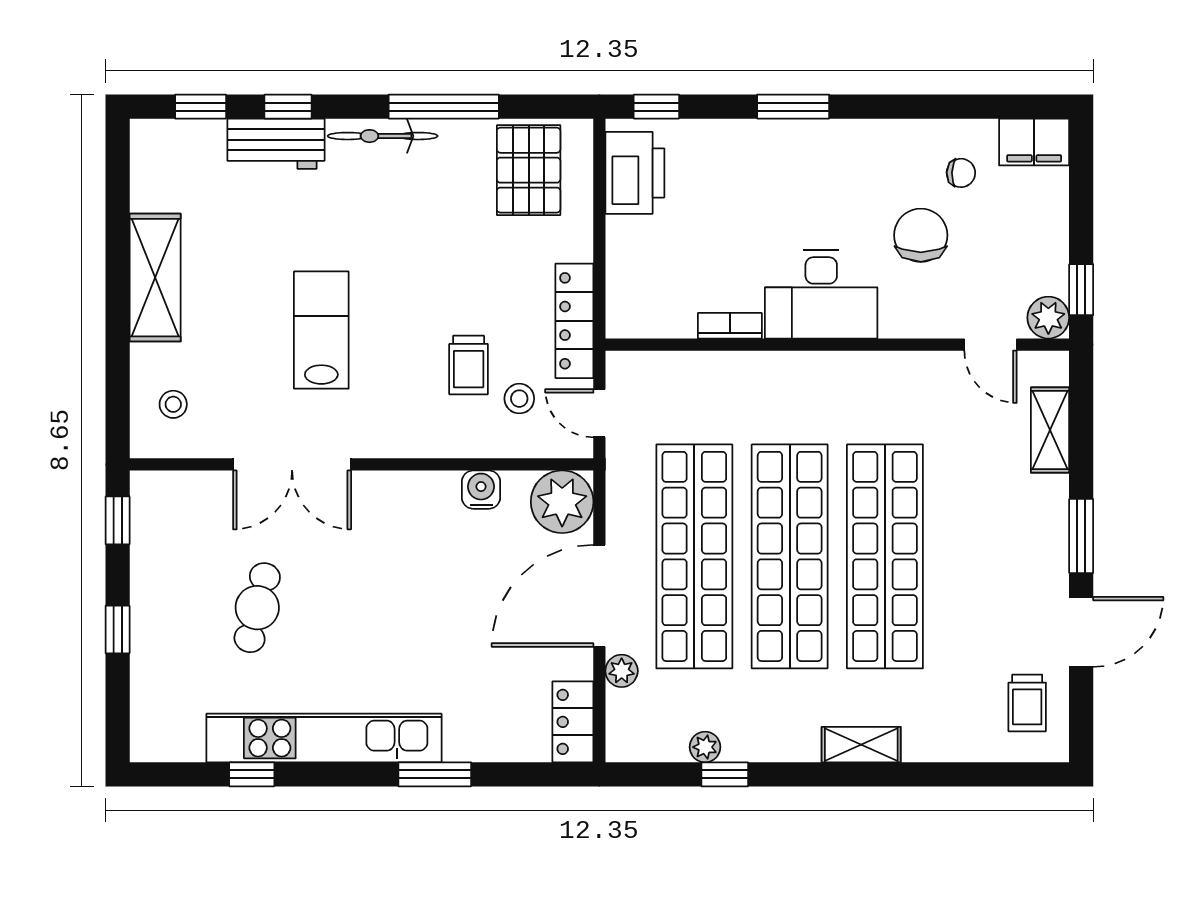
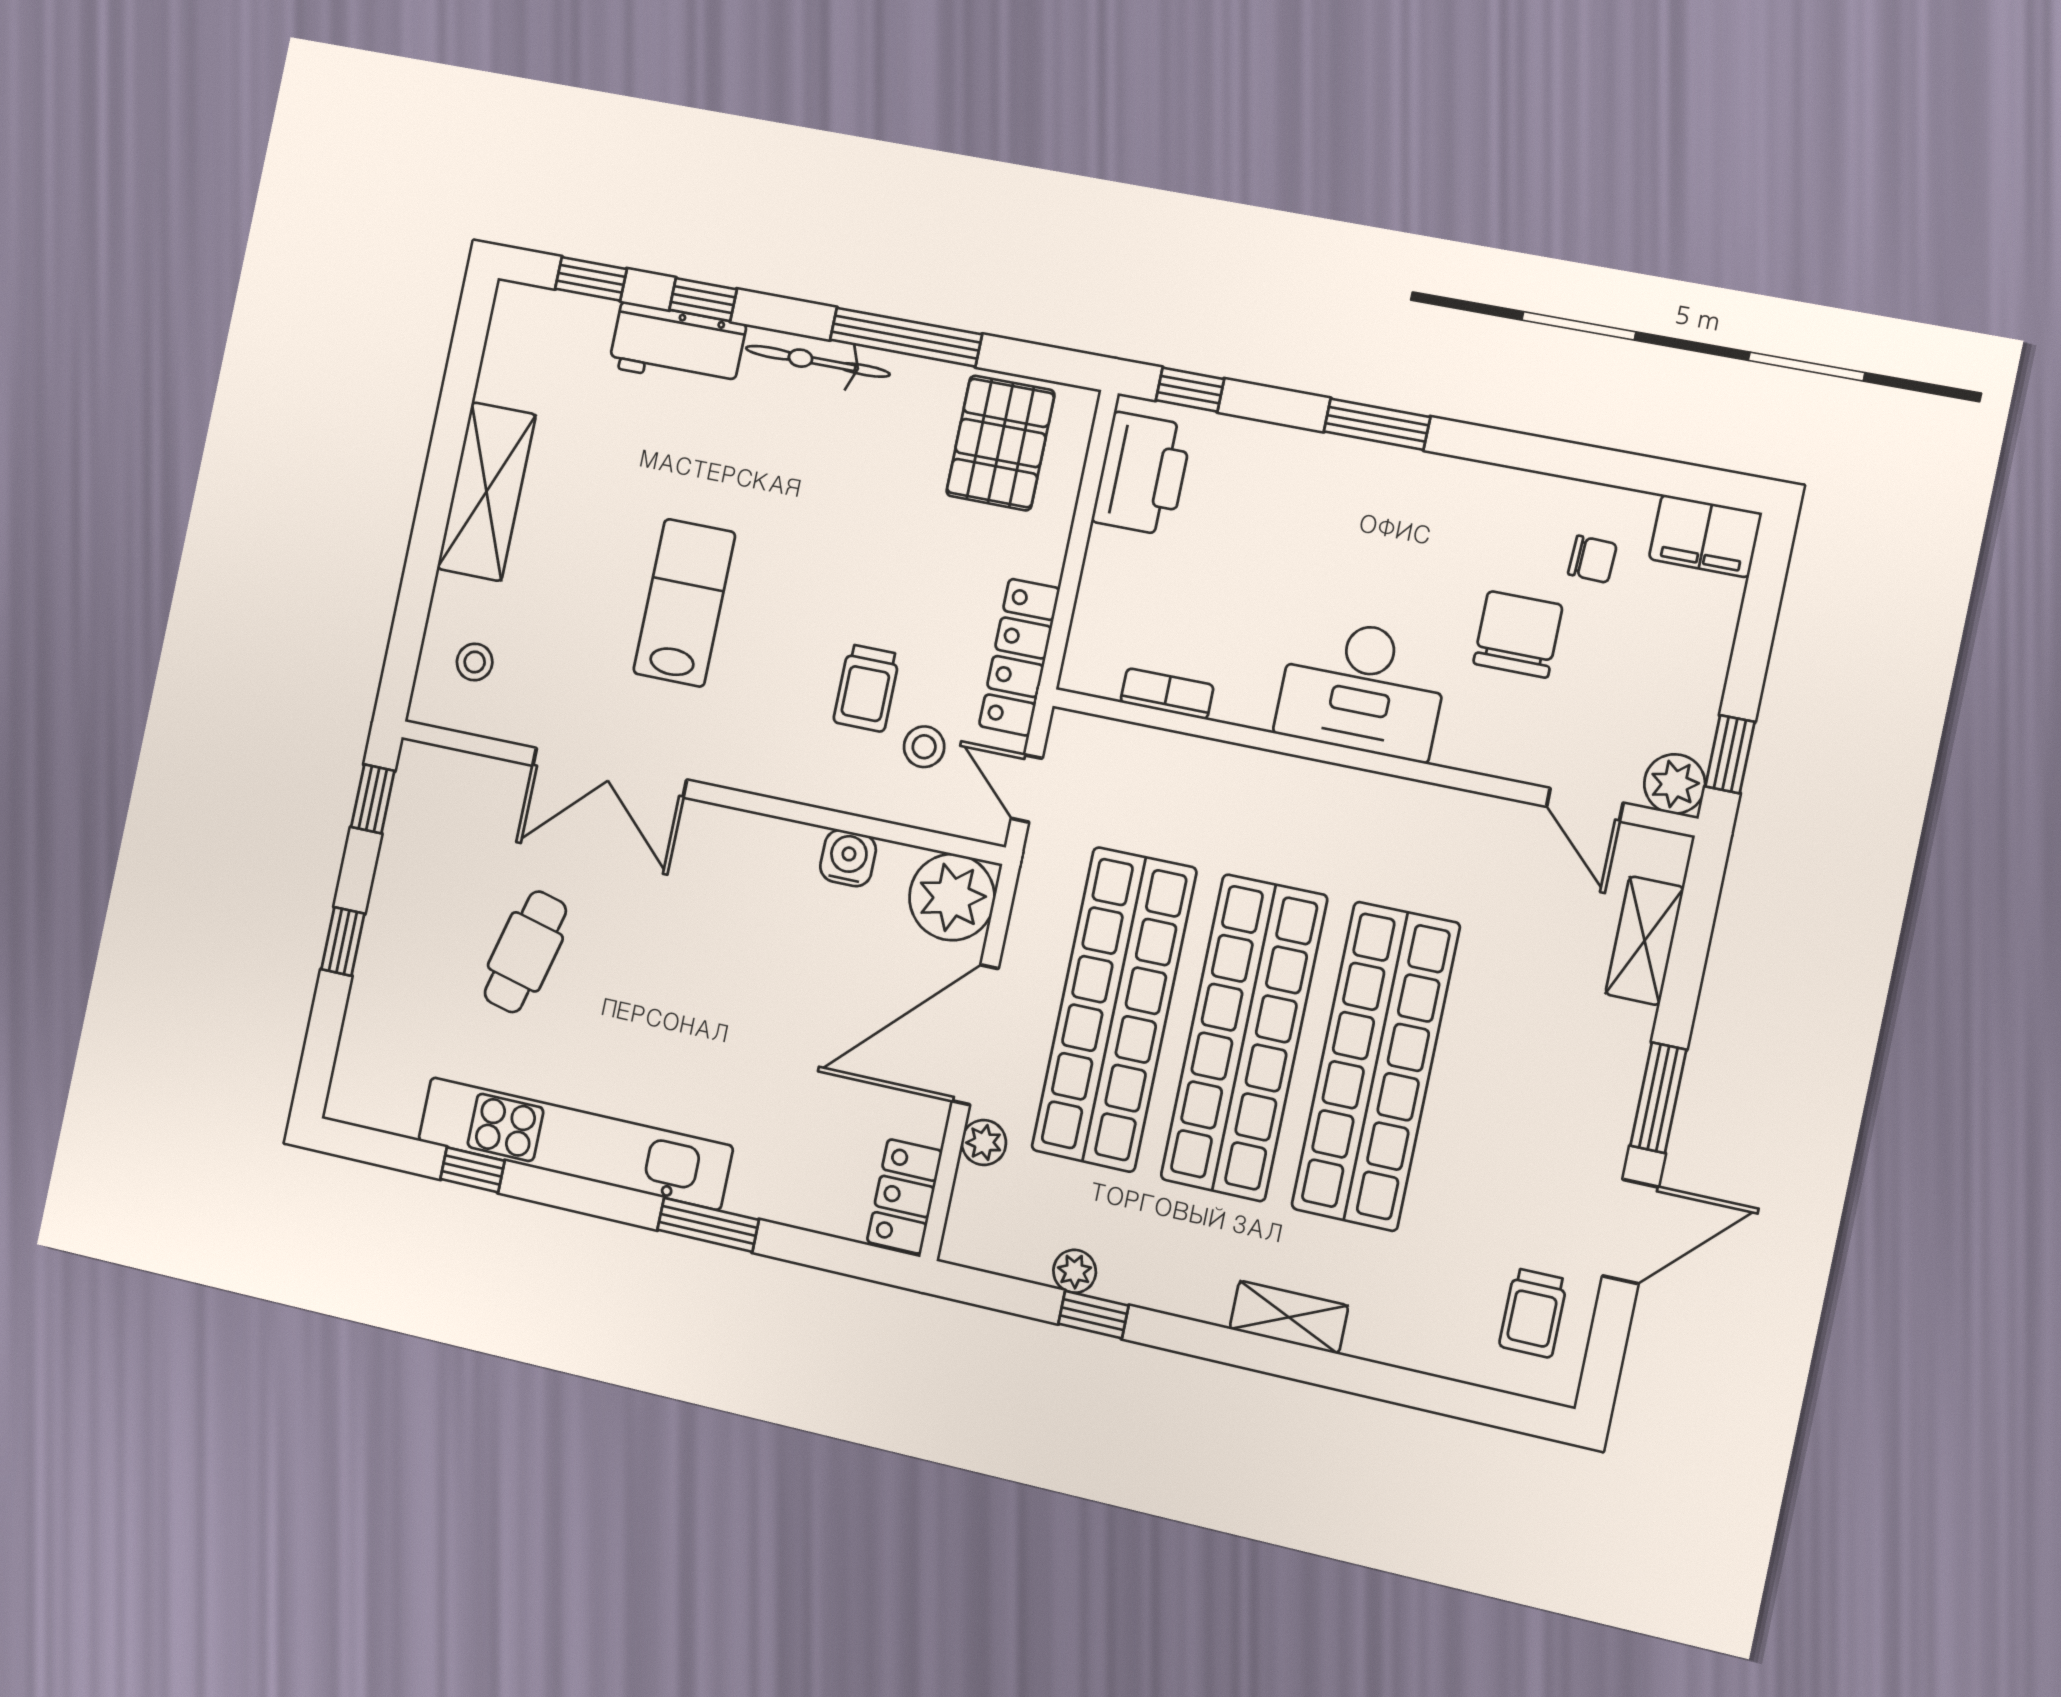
bookcase: (730, 326) -> (1167, 694), moved

